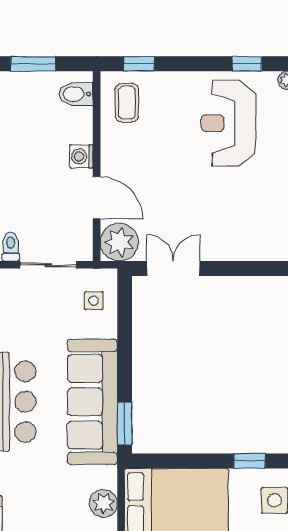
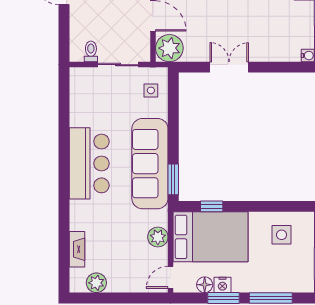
double door: (173, 268) -> (229, 67), moved
window: (250, 461) -> (212, 206), moved

